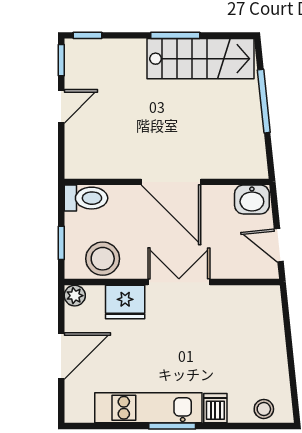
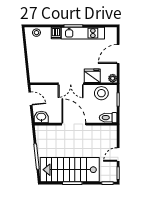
stairs: (200, 59) -> (70, 170), width x1.36, depth x1.51

